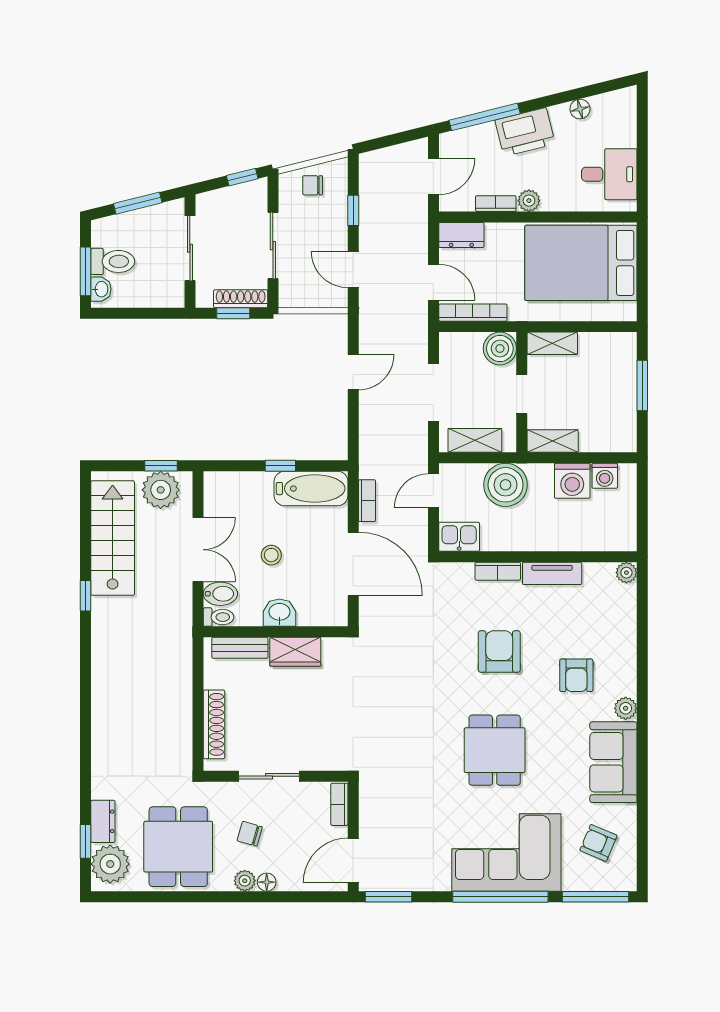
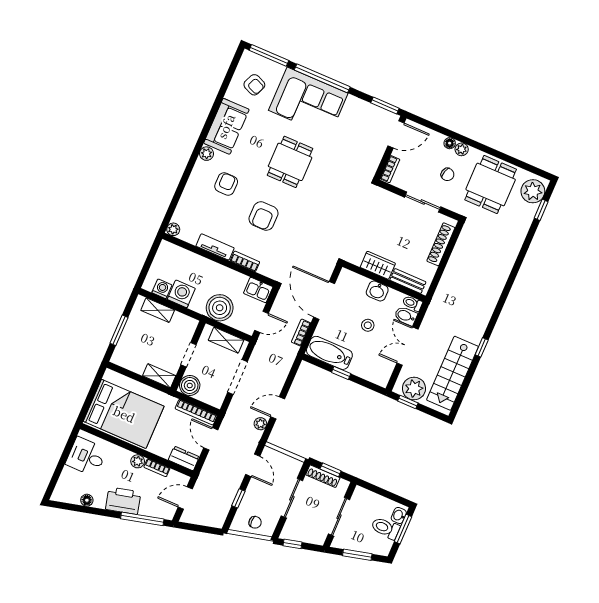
plant: (369, 337) -> (260, 424), added
shelving: (553, 441) -> (158, 310), moved
dresser: (103, 821) -> (527, 217), removed

